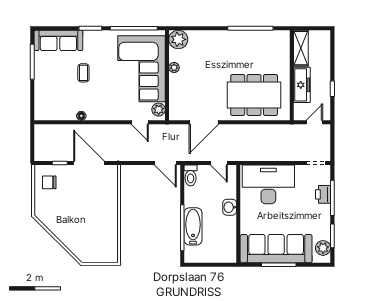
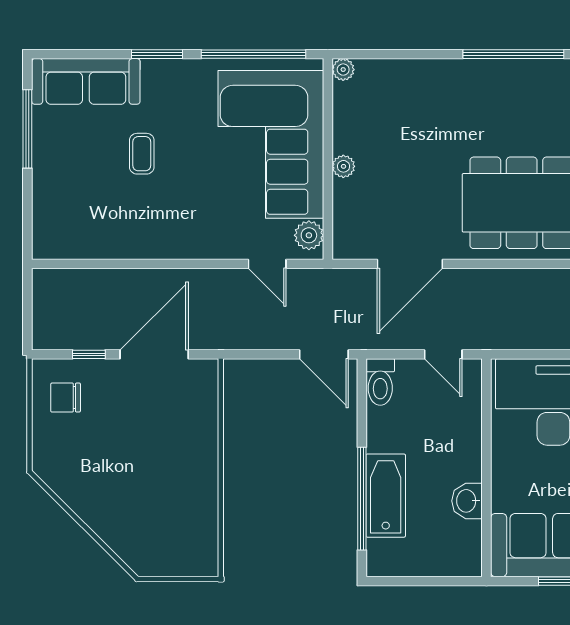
plant: (178, 39) -> (343, 70), width x0.53, depth x0.53
plant: (174, 68) -> (343, 166), moved
floor lamp: (81, 116) -> (137, 249), removed
door: (89, 163) -> (154, 354), hinge flipped
washbasin: (230, 207) -> (467, 501), moved

